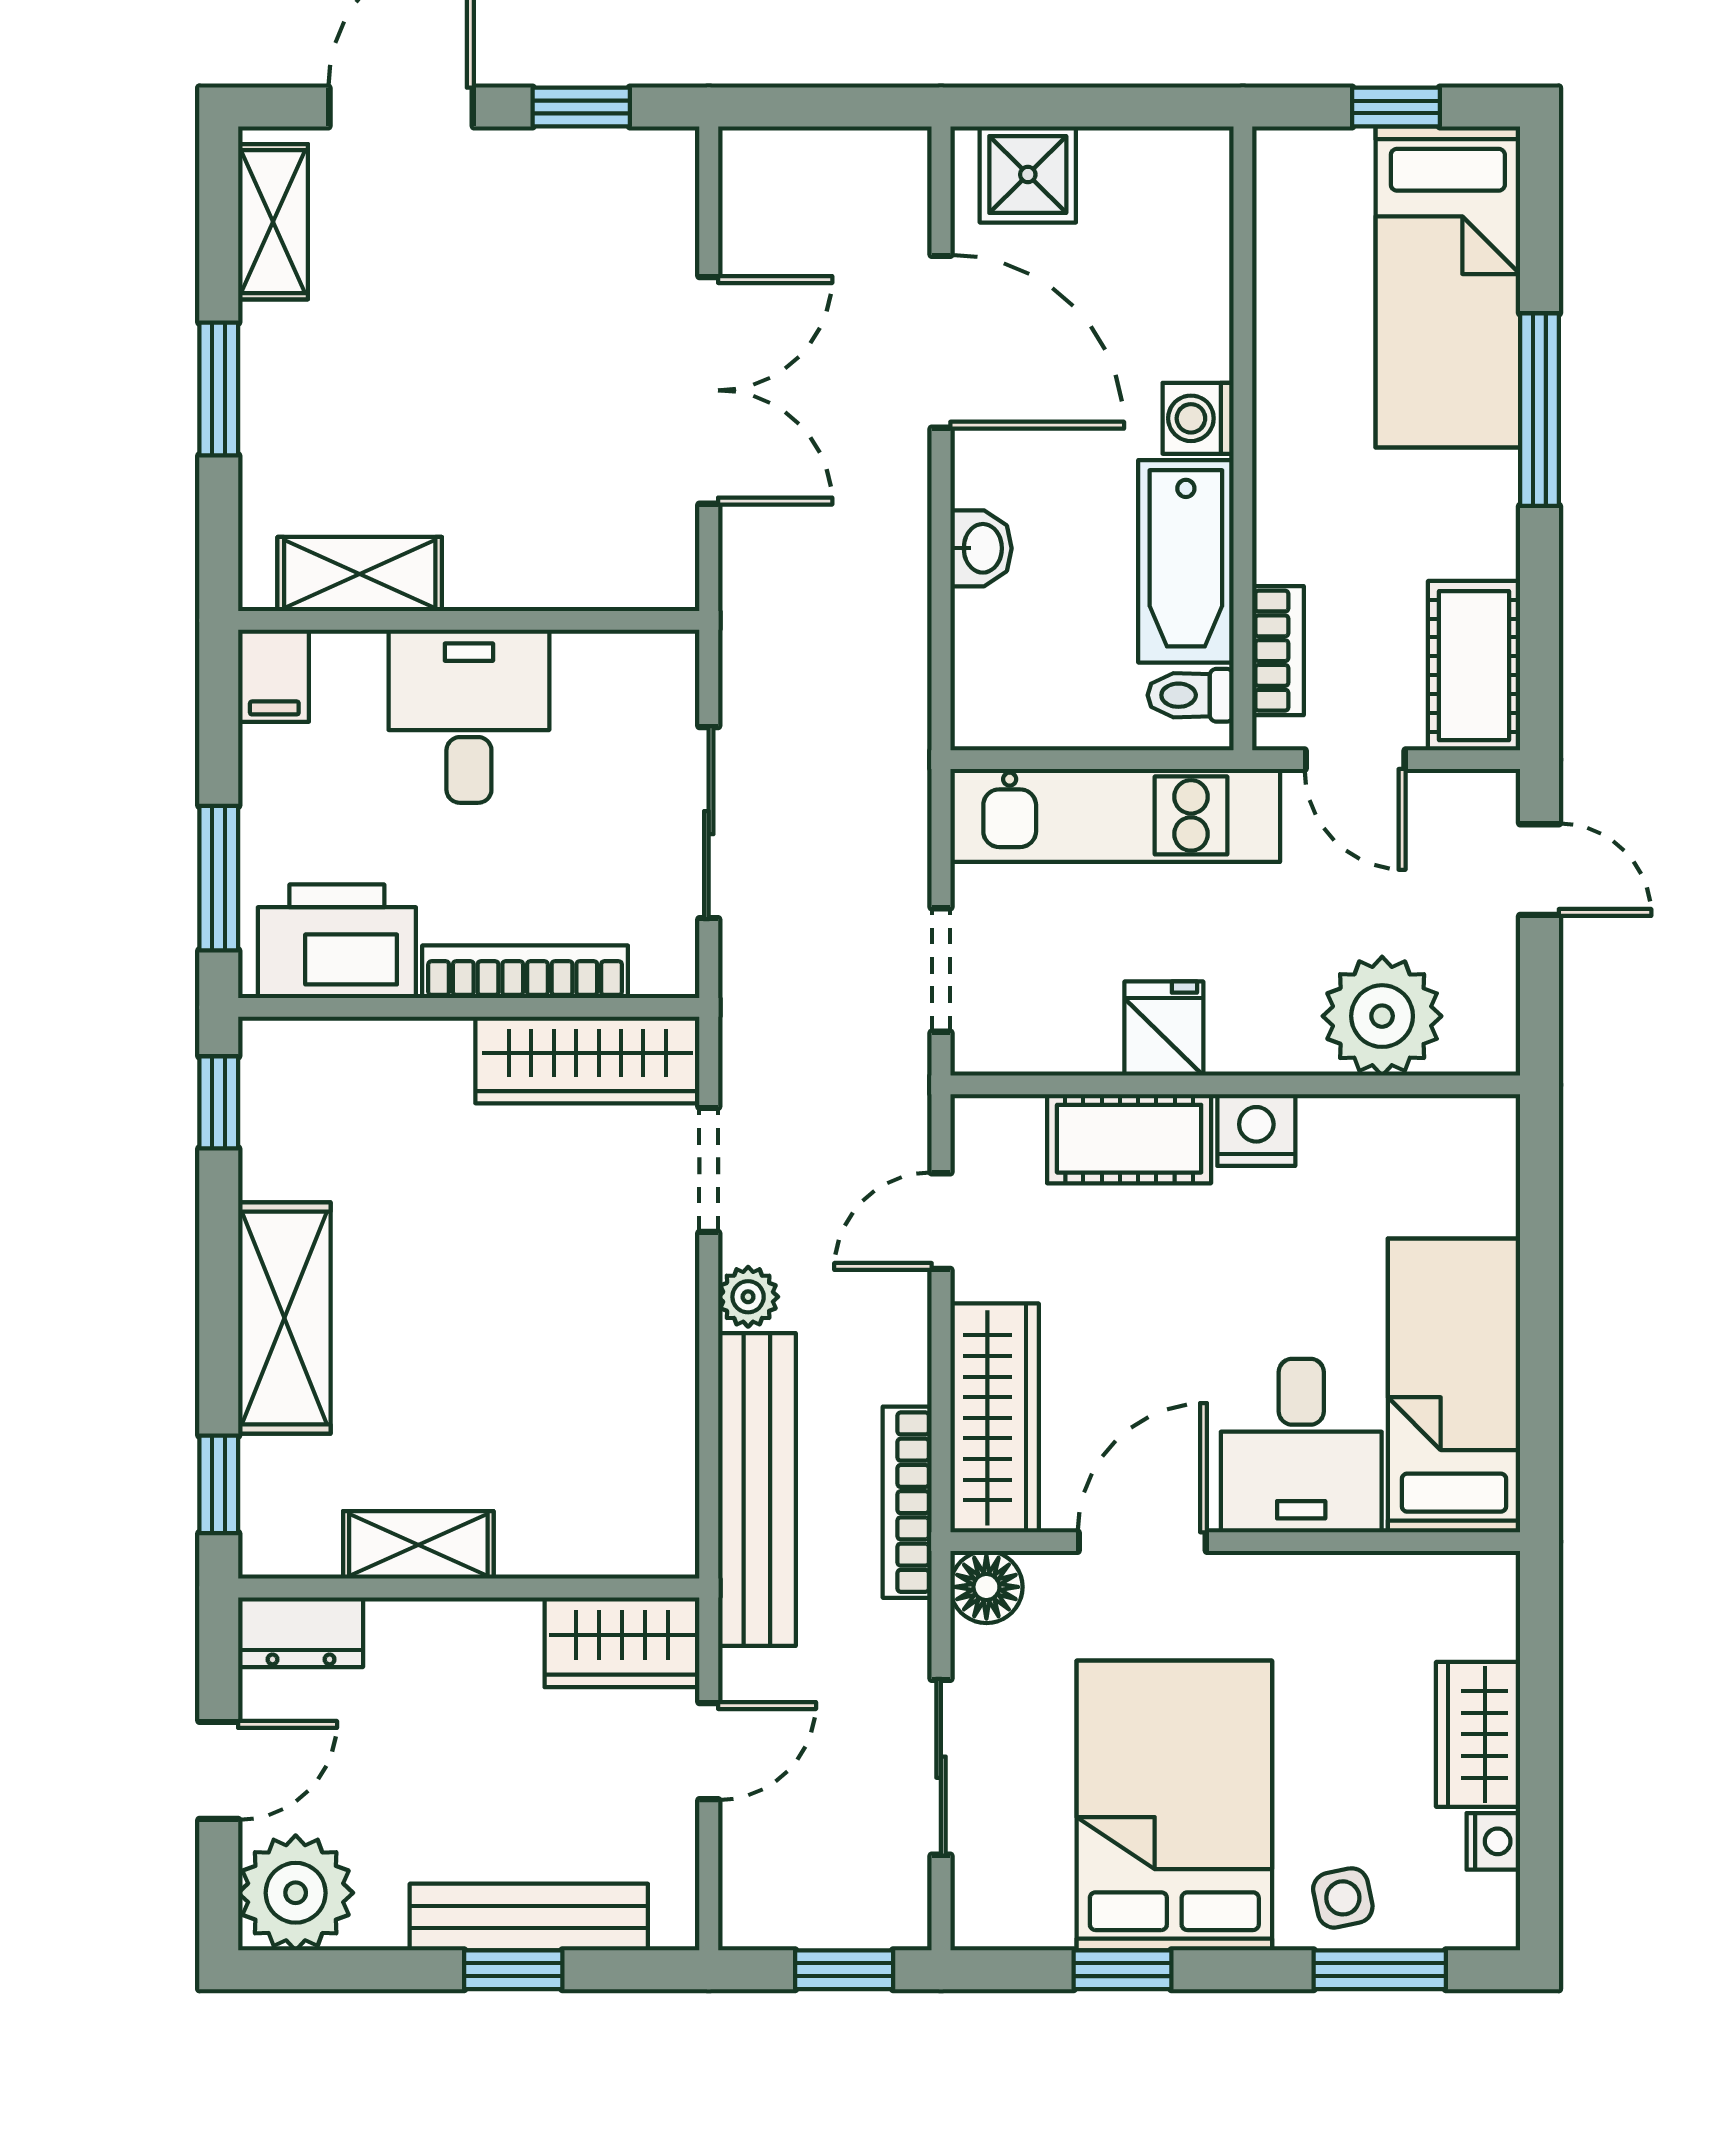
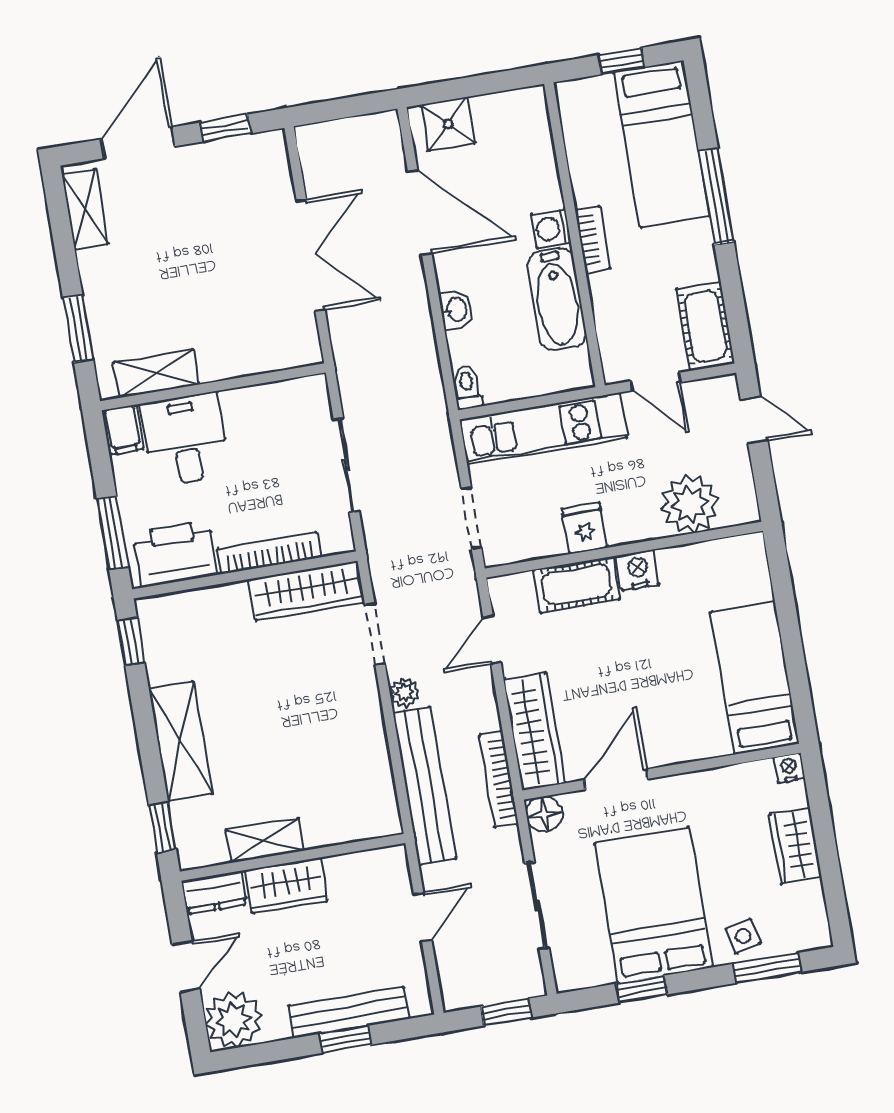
window: (219, 389) -> (78, 328), moved
bookcase: (1278, 651) -> (593, 239), moved
toilet: (1191, 695) -> (467, 387), moved, turned 90
desk: (469, 716) -> (185, 439), moved
desk: (1301, 1446) -> (686, 720), removed
wardrobe: (622, 1642) -> (286, 885), moved
nightstand: (1493, 1841) -> (789, 768), moved, turned -90

